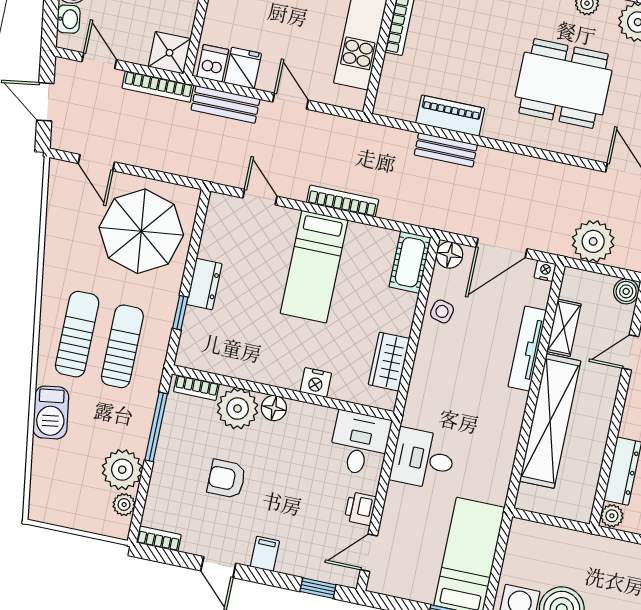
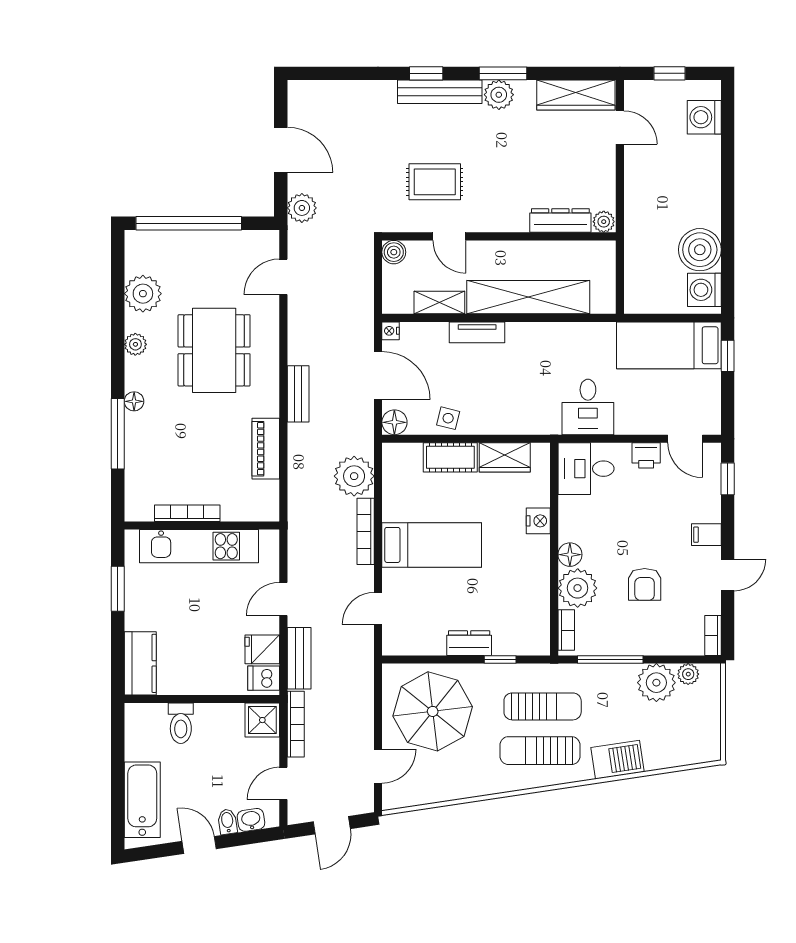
bench: (446, 150) -> (298, 394), moved
plant: (593, 241) -> (354, 476), moved
cot: (410, 262) -> (450, 457), moved
sun lounger: (122, 346) -> (543, 706), turned 180
tv unit: (527, 349) -> (477, 332), width x0.71

